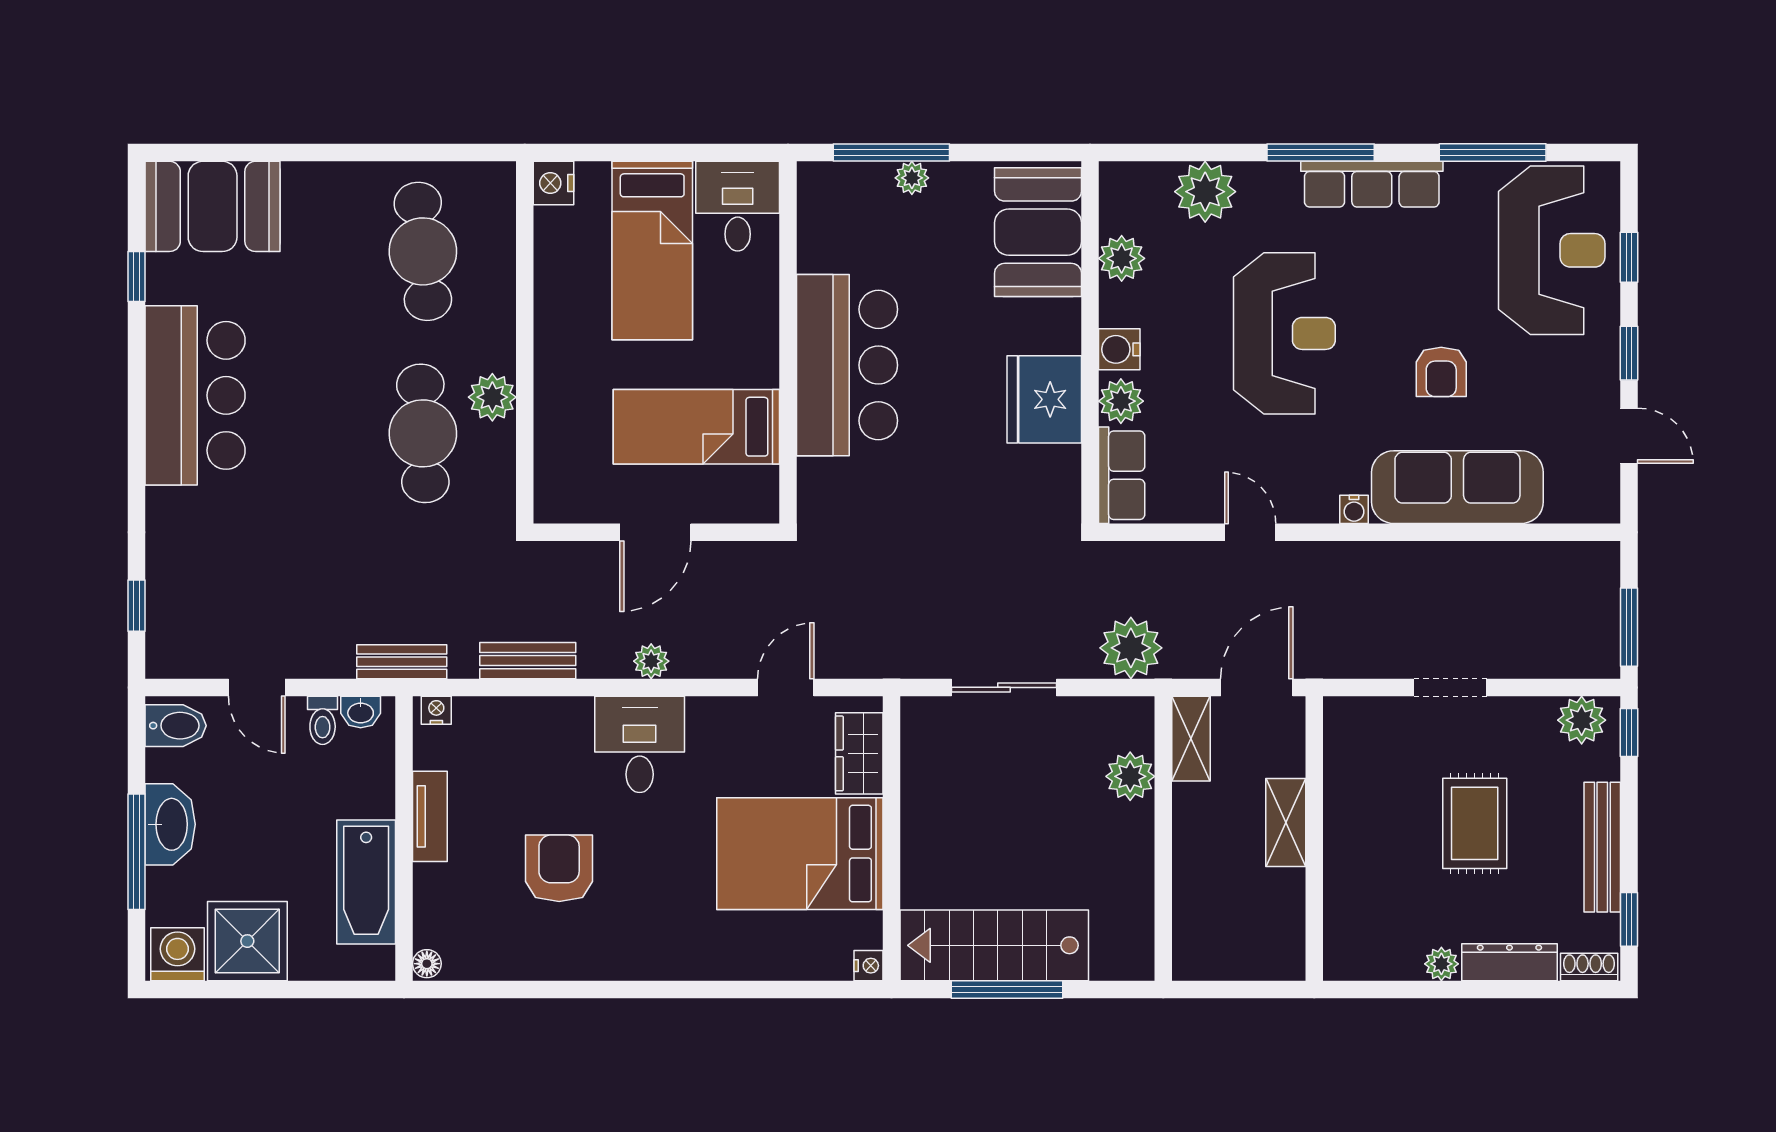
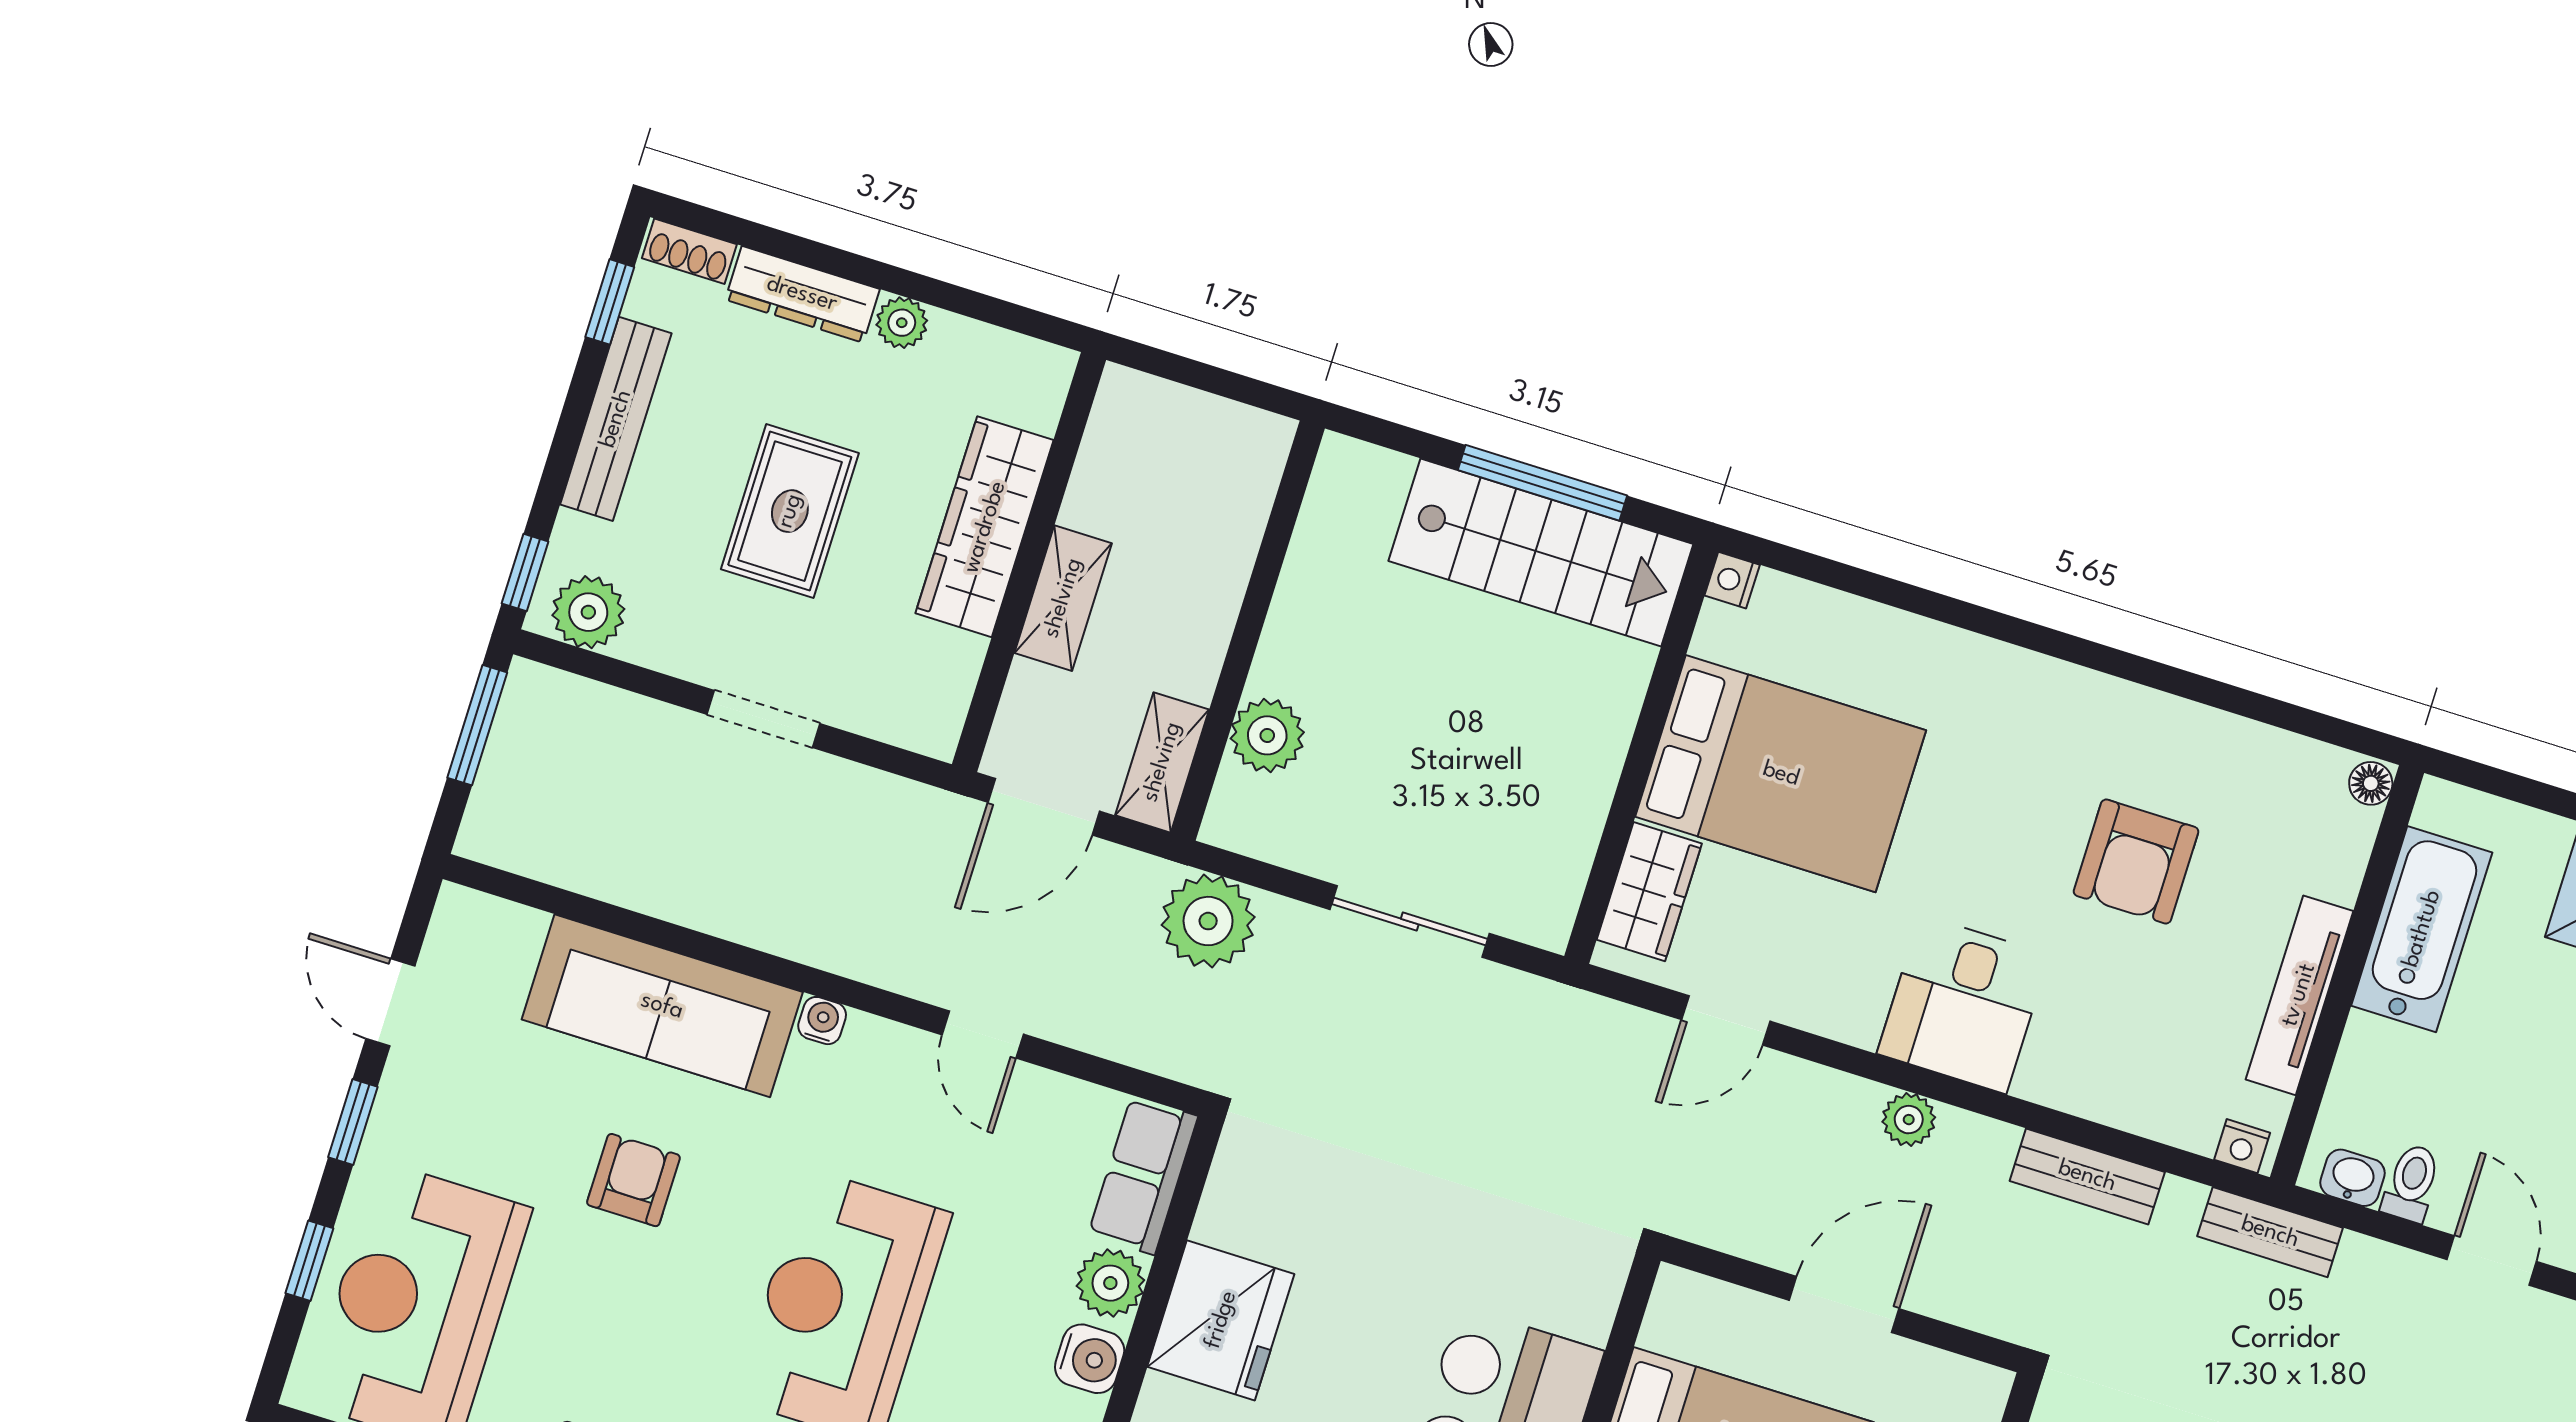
tv unit: (430, 816) -> (2299, 995), width x1.41
wardrobe: (1349, 852) -> (985, 527), added

